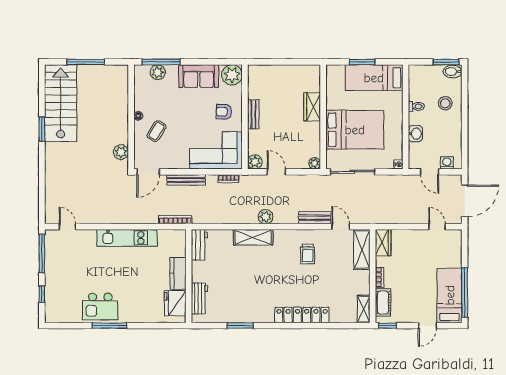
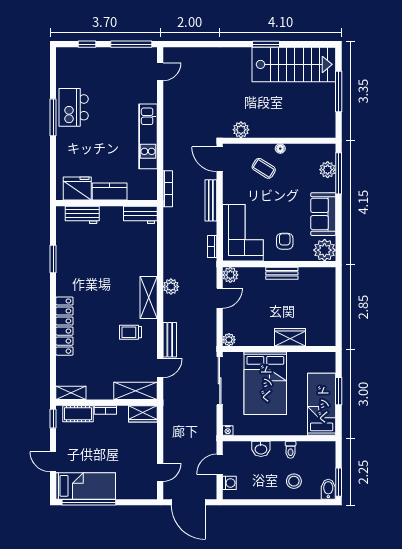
shelving: (253, 237) -> (149, 298), moved

